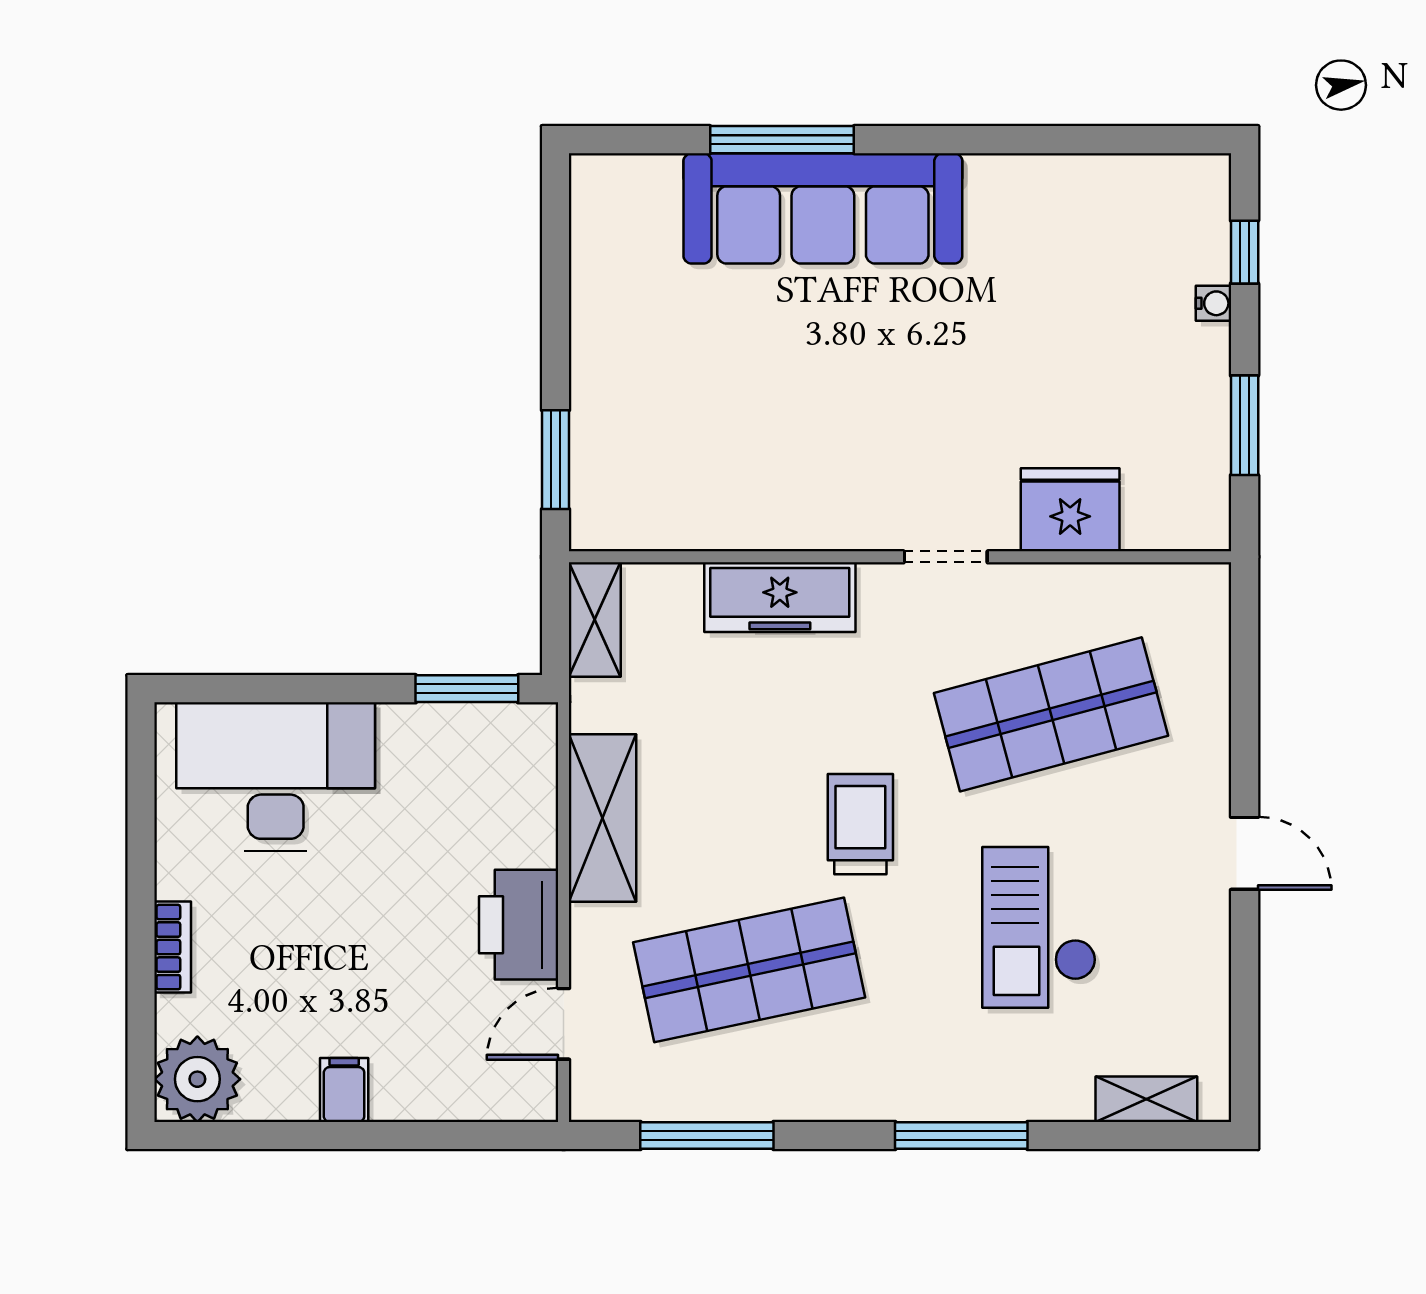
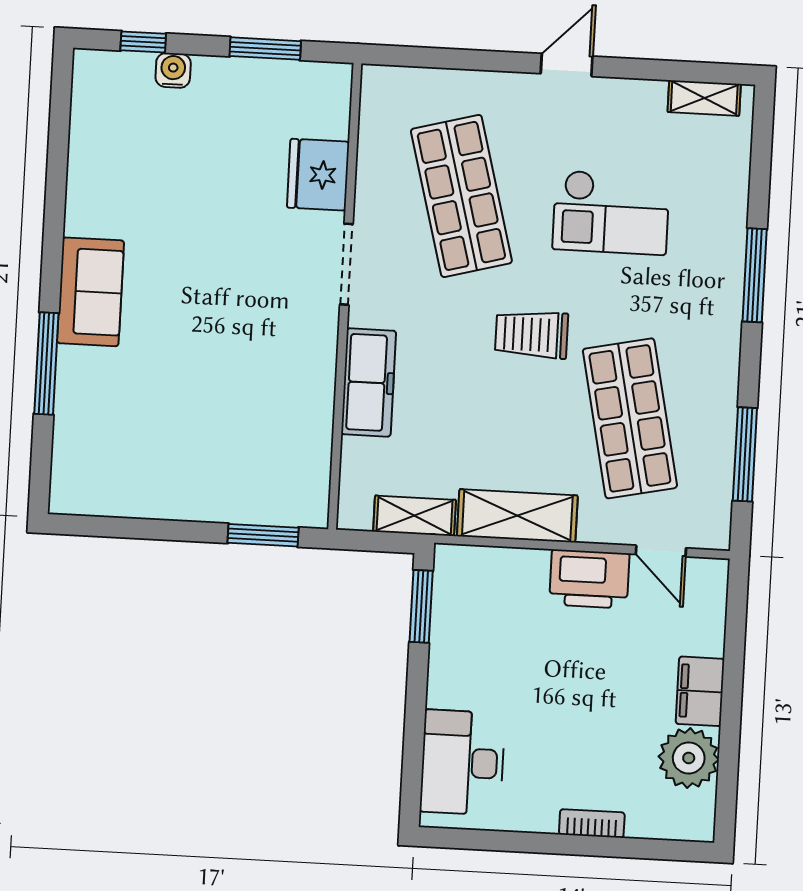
sofa: (823, 208) -> (90, 292), width x0.54, depth x0.79
water cooler: (1213, 303) -> (173, 70), width x1.38, depth x1.38
doorway: (946, 557) -> (346, 264), width x1.38
shelving: (595, 619) -> (415, 516), moved
desk: (276, 777) -> (463, 763), width x0.73, depth x0.77
plant: (197, 1079) -> (689, 758), moved
filing cabinet: (344, 1090) -> (700, 691), width x2.00
shelving: (1146, 1099) -> (704, 98), moved, turned 90

